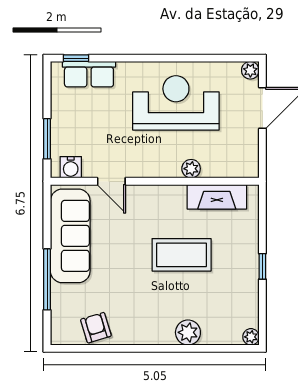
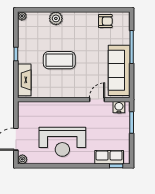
plant: (191, 169) -> (54, 106), removed
door: (111, 181) -> (97, 100), hinge flipped
fireplace: (217, 197) -> (24, 80), moved, turned 90
armchair: (96, 328) -> (105, 21), turned -73

